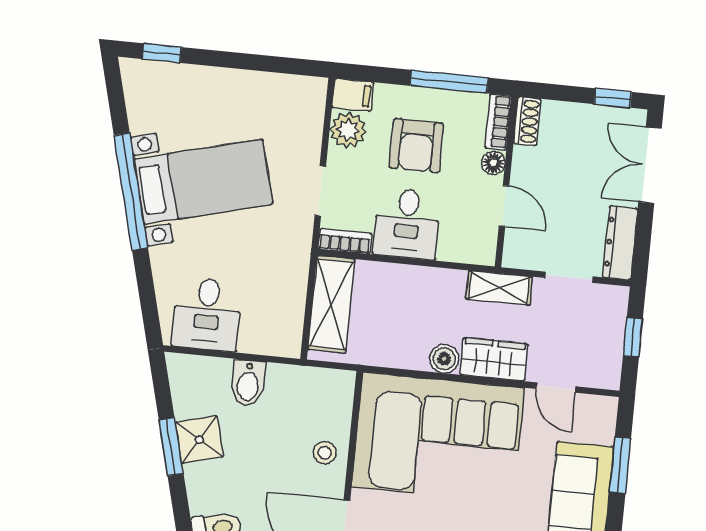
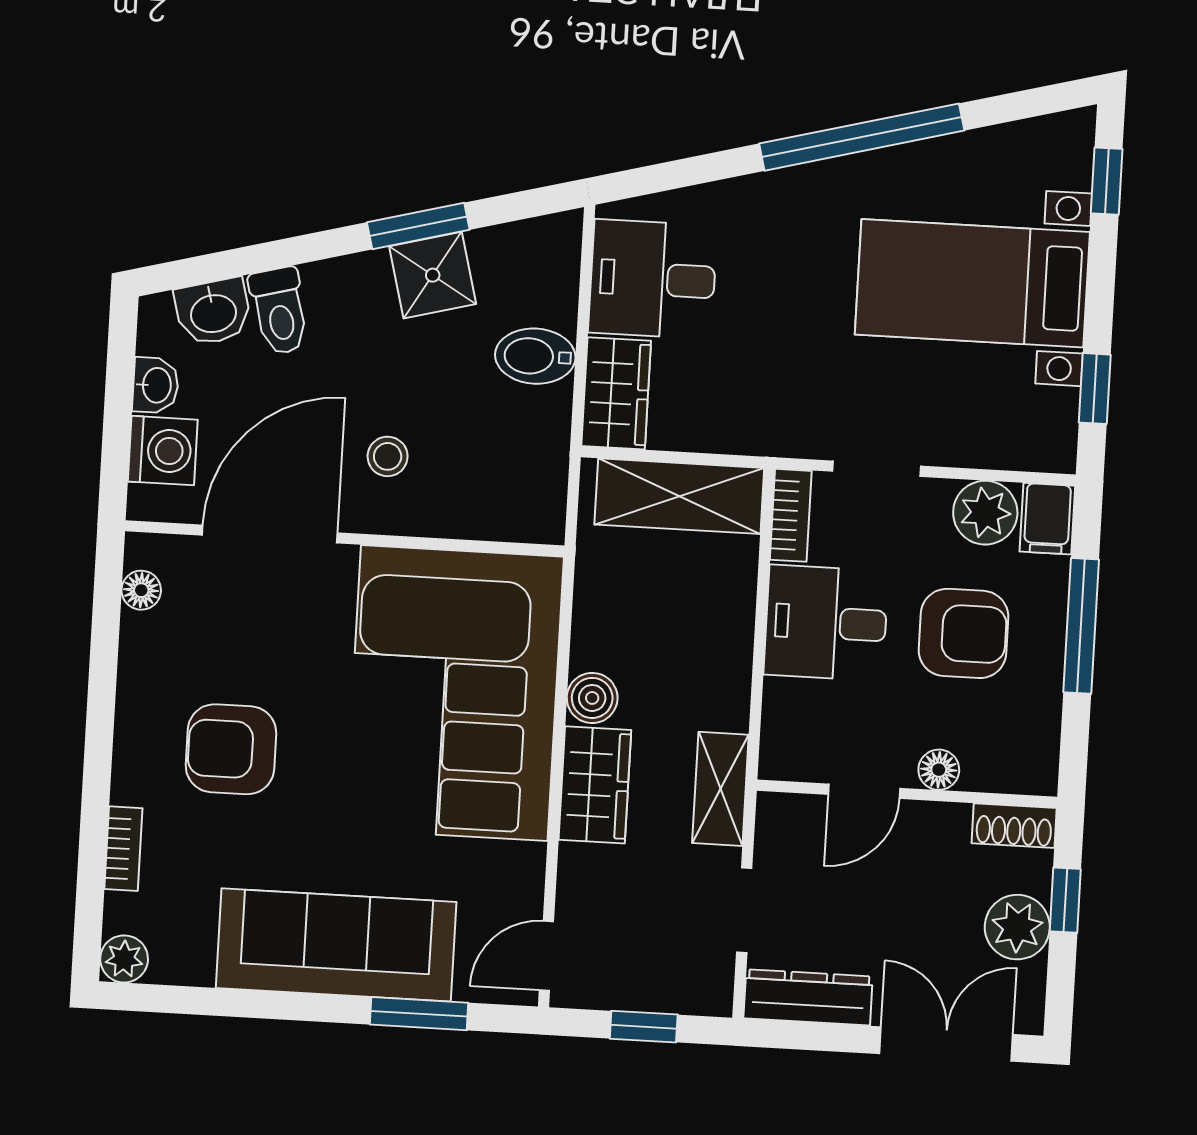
window: (280, 65) -> (1095, 389), added
window: (449, 82) -> (1081, 626), moved
window: (613, 98) -> (1065, 900), moved
bookcase: (498, 122) -> (1011, 775), removed
plant: (585, 122) -> (1017, 927), added
armchair: (416, 145) -> (964, 633), turned 180
bed with nightstands: (203, 182) -> (972, 283), moved, turned 105
wardrobe: (271, 338) -> (616, 393), added
door: (556, 388) -> (546, 956), moved
stool: (325, 453) -> (388, 456), moved

